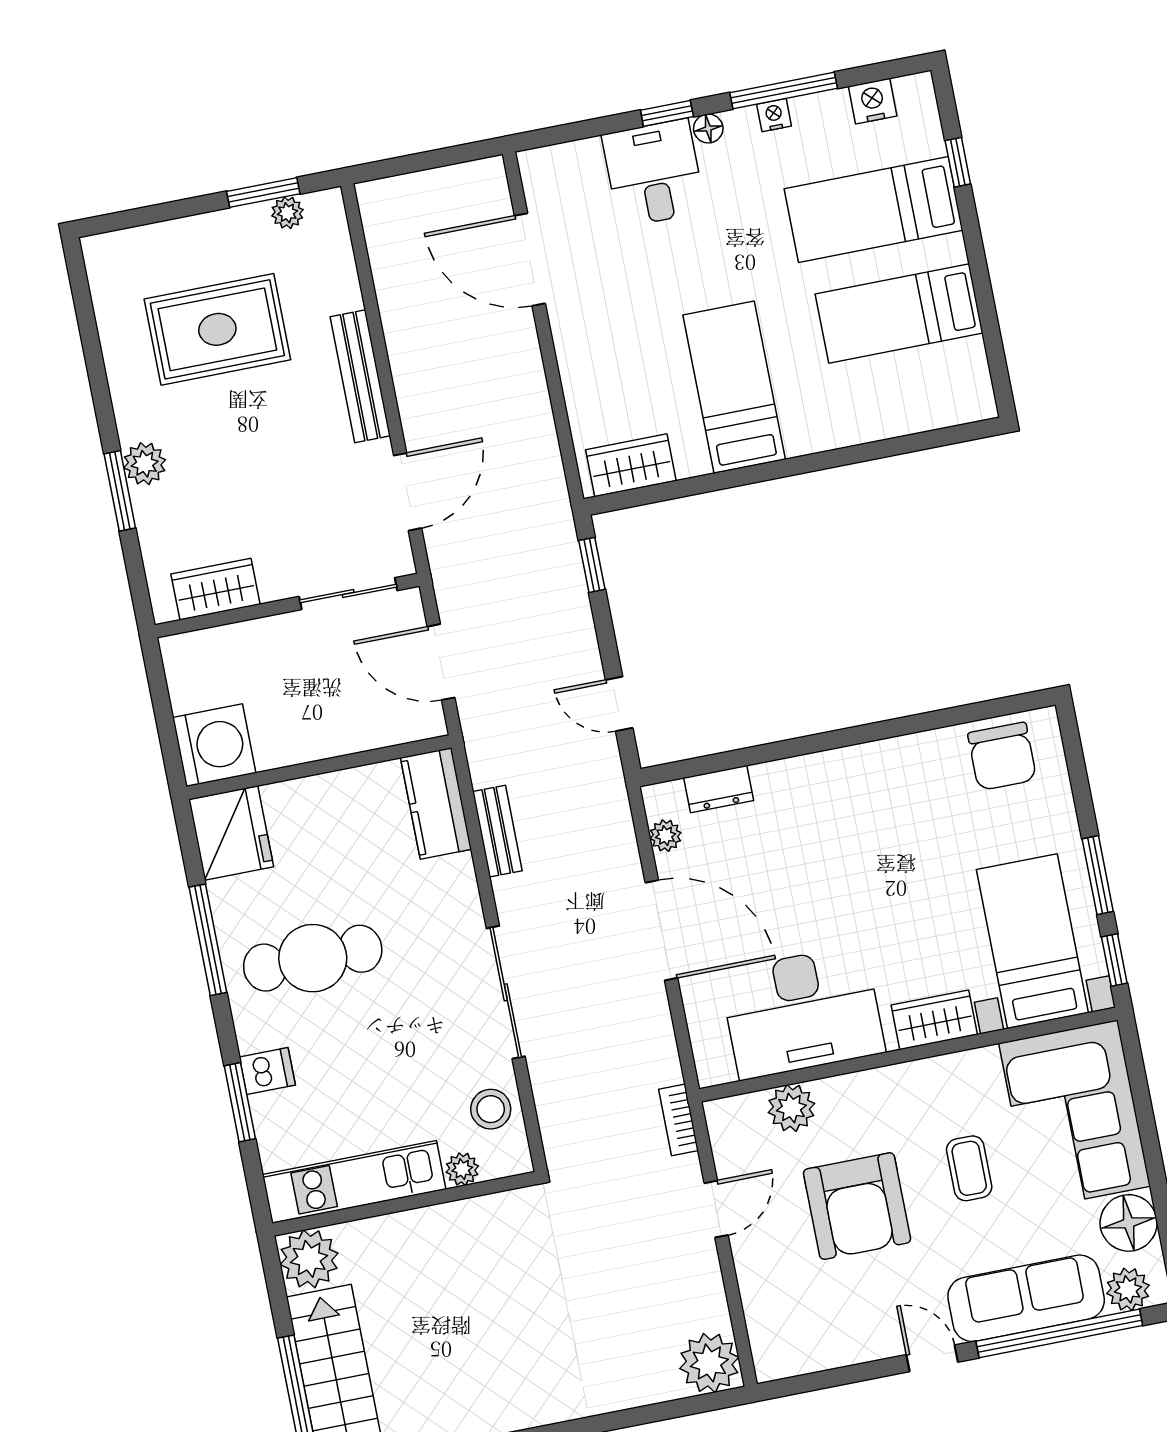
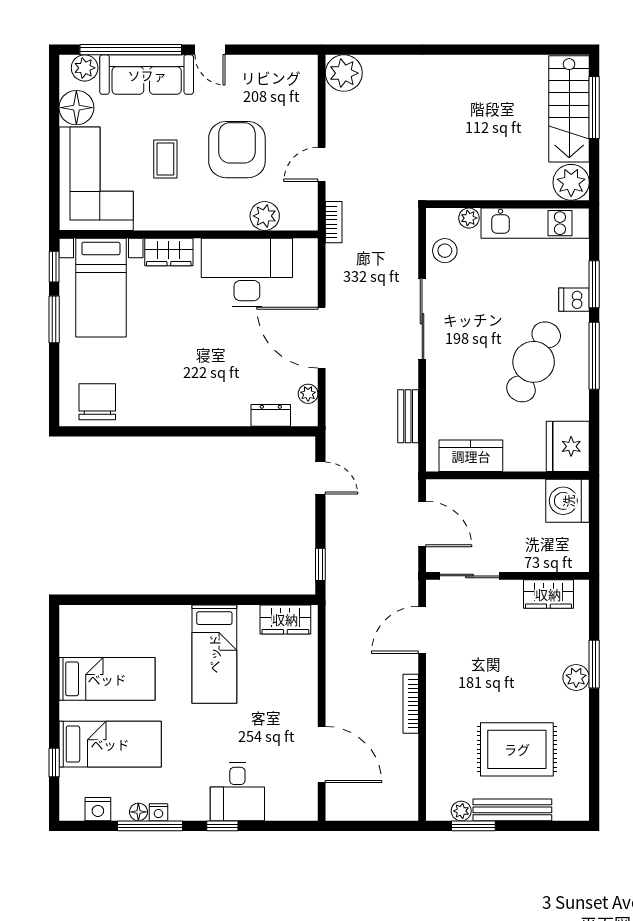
floor lamp: (708, 129) -> (138, 812), moved
bookcase: (402, 369) -> (411, 704), added
bench: (360, 376) -> (512, 810), moved, turned 90
kitchen counter: (436, 803) -> (471, 456), moved, turned -90
window: (208, 940) -> (594, 356), moved
cafe table: (313, 958) -> (534, 362), turned -65

